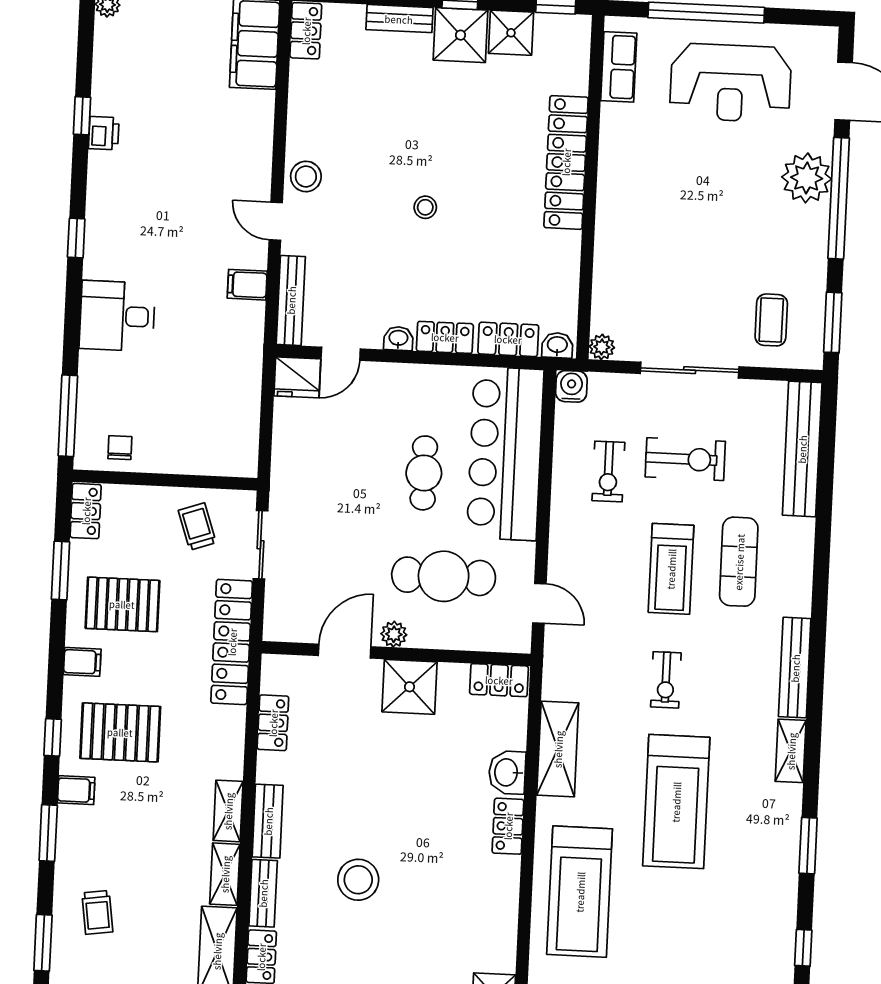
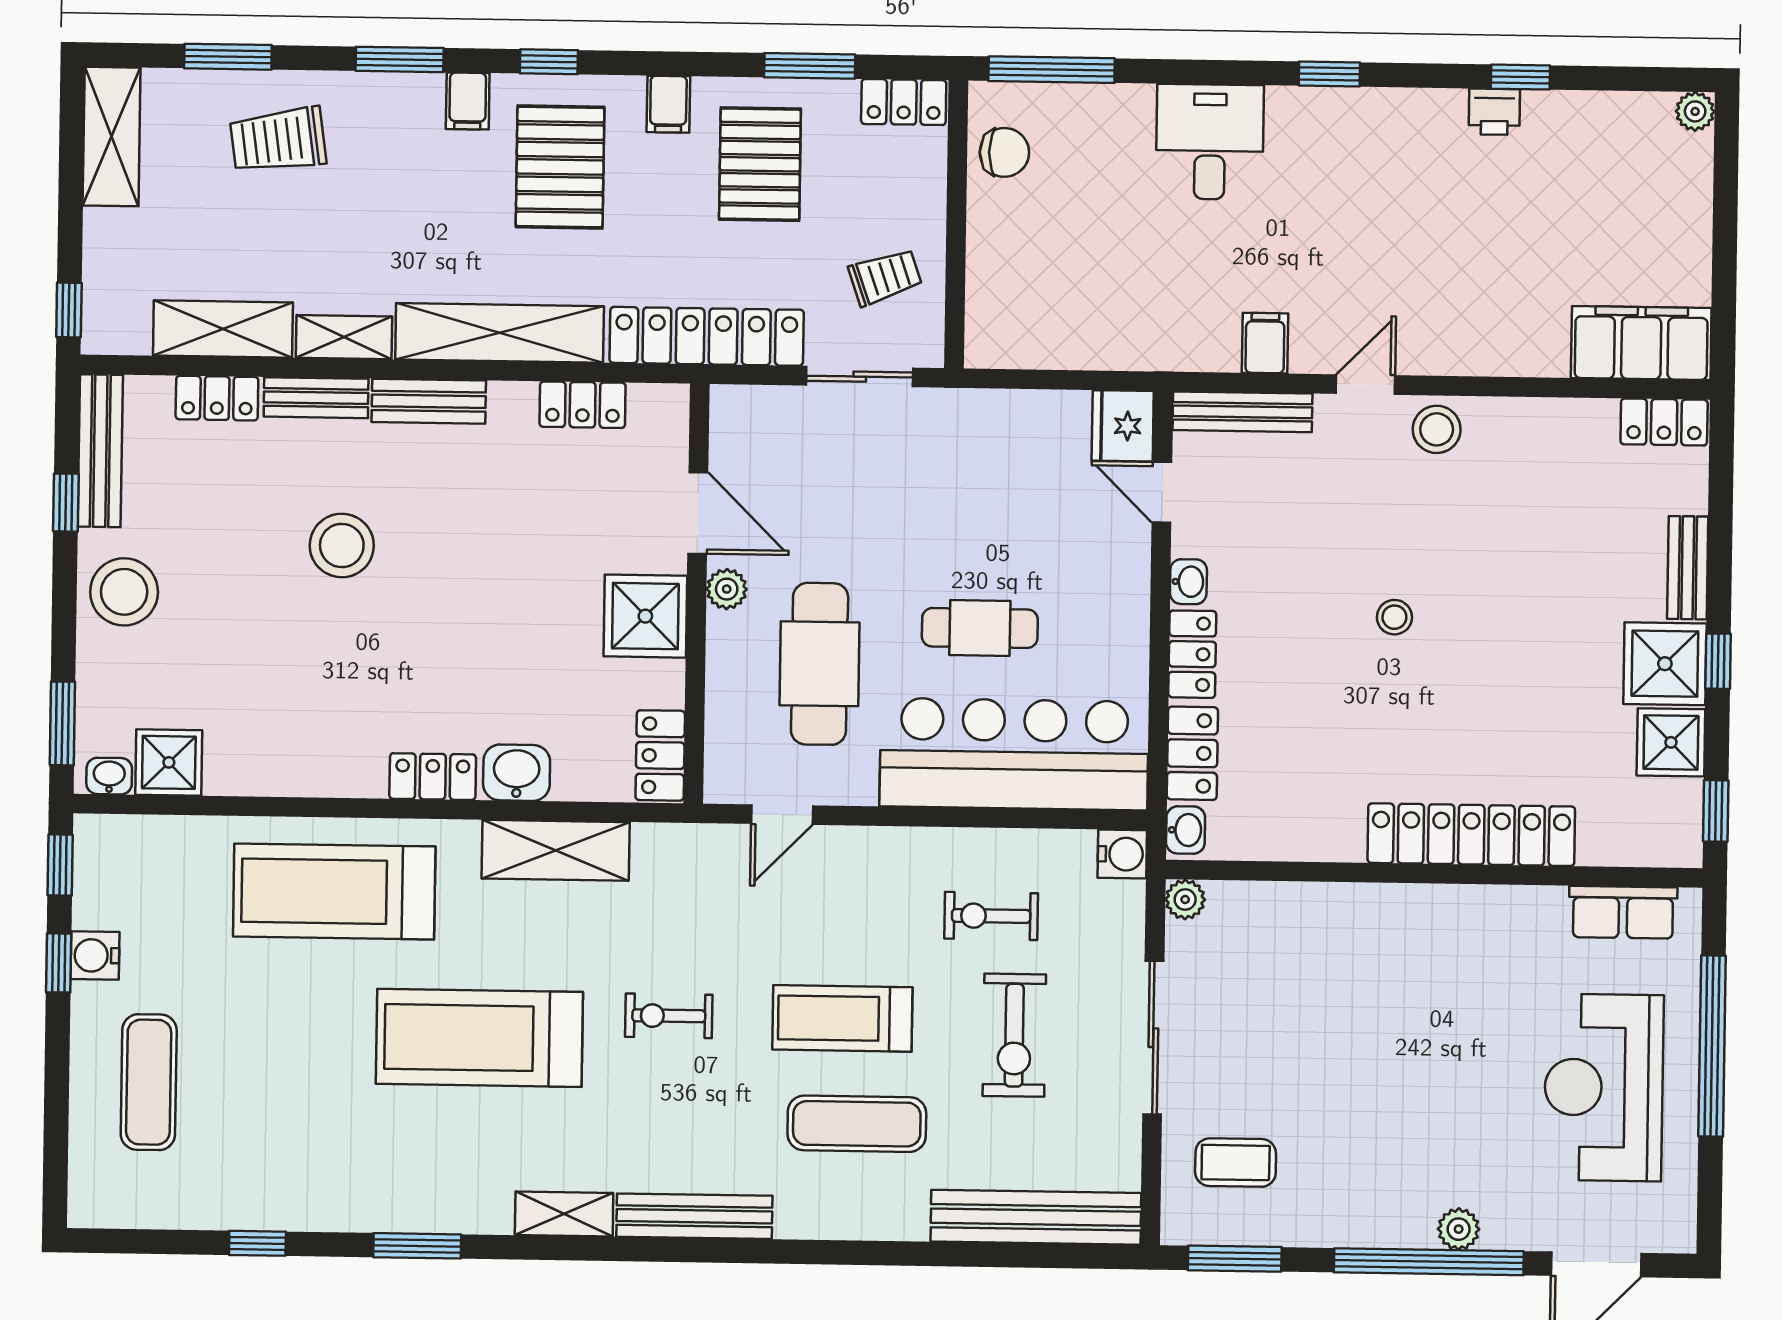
plant: (807, 178) -> (1459, 1229), width x0.53, depth x0.53
chair: (120, 448) -> (1004, 152), width x1.37, depth x1.37
shelving: (228, 811) -> (500, 333), width x2.20, depth x1.33
trolley: (97, 912) -> (278, 140), width x1.36, depth x1.39

